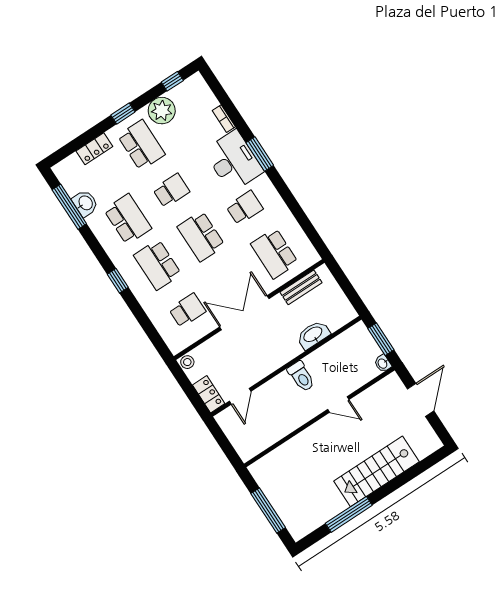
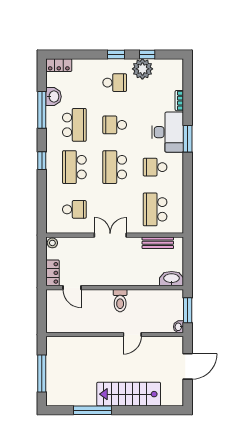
window: (172, 81) -> (147, 54), moved
school desk: (141, 145) -> (115, 83), width x0.54
locker: (94, 149) -> (59, 65), moved
school desk: (171, 191) -> (115, 125), turned 180
window: (69, 207) -> (42, 110), moved
school desk: (245, 208) -> (155, 167), turned 180
double door: (244, 313) -> (110, 235), width x0.73
washbasin: (313, 335) -> (172, 279), moved
door: (240, 396) -> (72, 288), hinge flipped
door: (338, 405) -> (132, 335), hinge flipped

